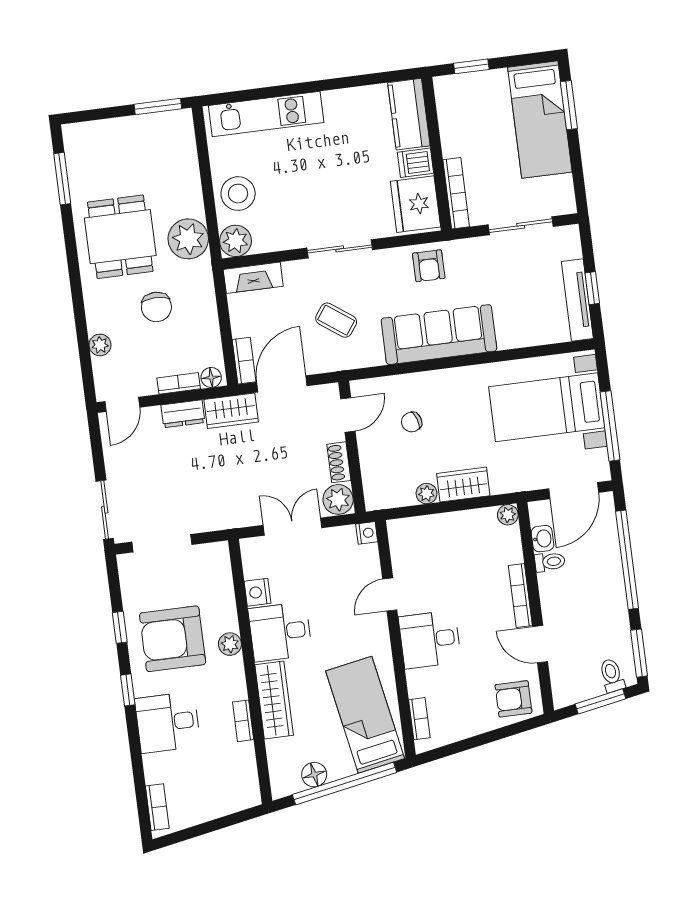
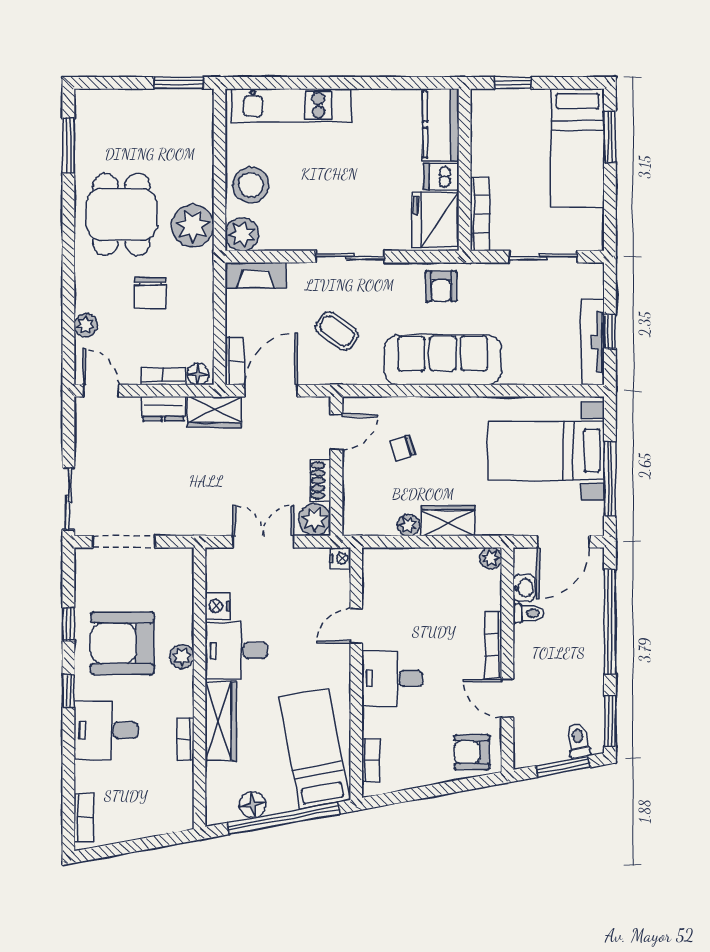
door: (122, 404) -> (101, 391), swing flipped

